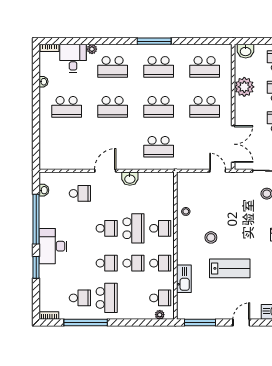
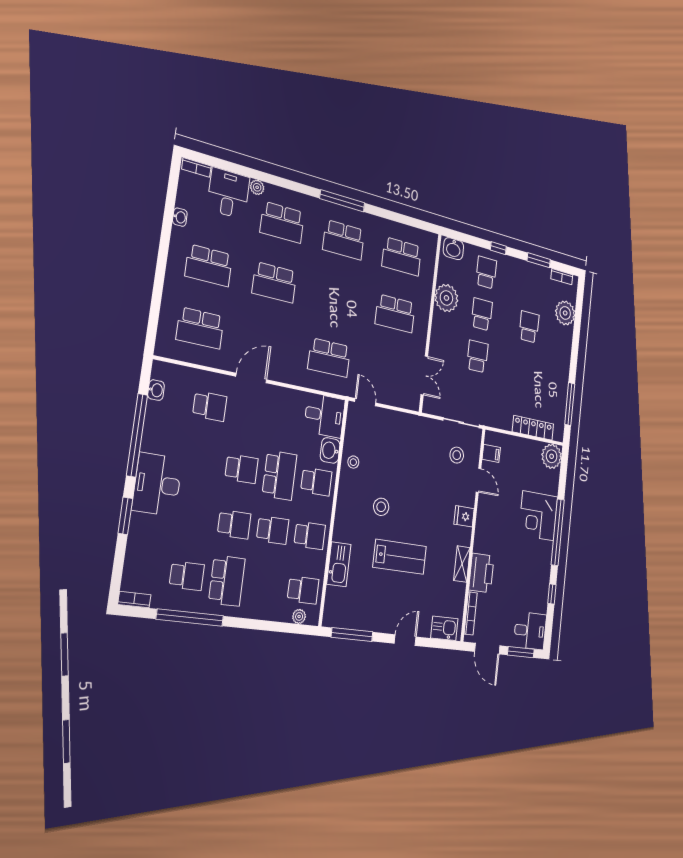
school desk: (159, 107) -> (200, 328), moved
double door: (233, 144) -> (424, 375), width x0.73
door: (218, 171) -> (365, 402), moved
washbasin: (130, 179) -> (330, 450), moved, turned 90
desk: (160, 185) -> (325, 415), added

